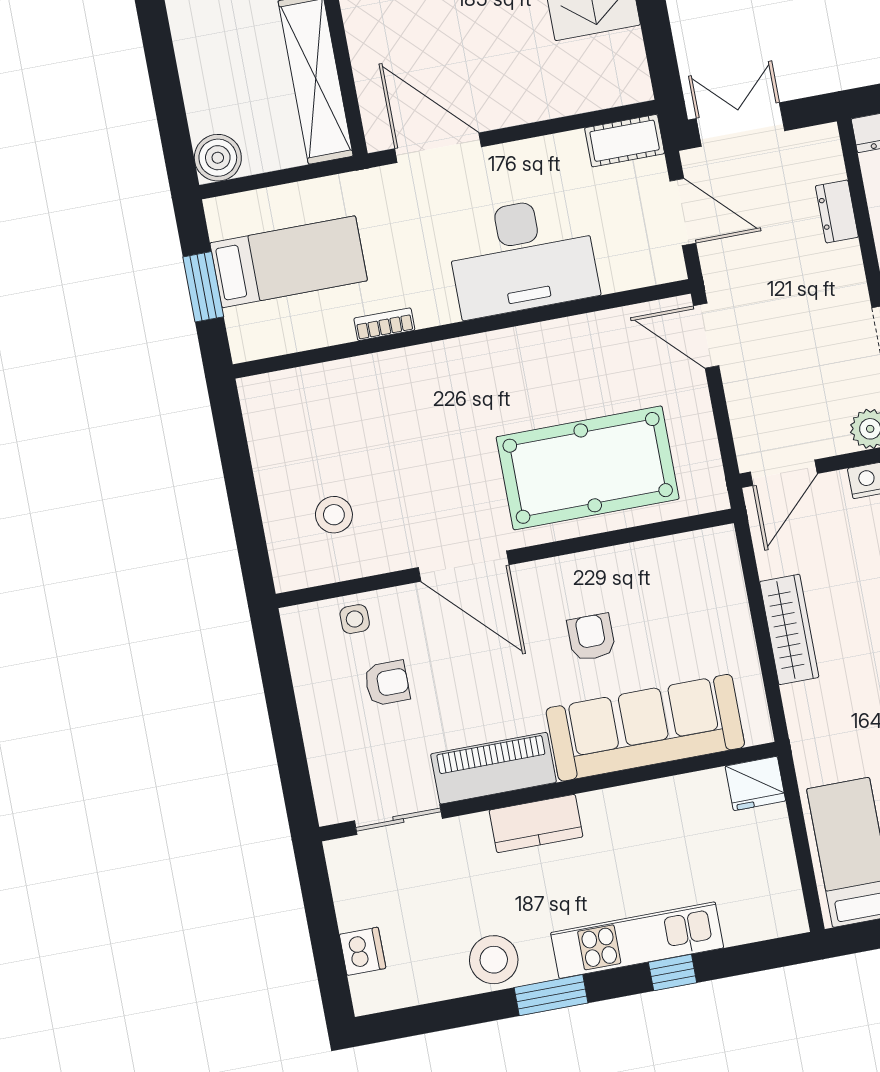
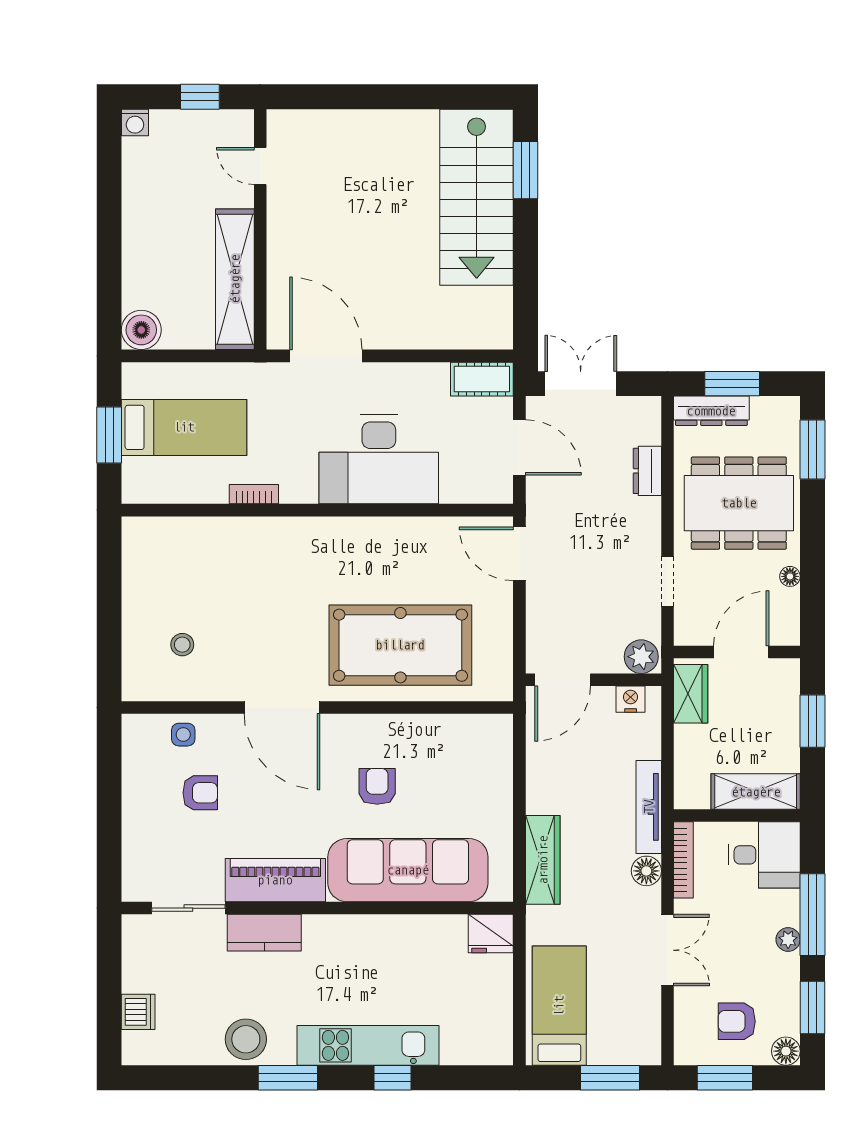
stool: (334, 515) -> (182, 645), width x0.73, depth x0.73
wardrobe: (789, 629) -> (543, 860), moved
kitchen counter: (536, 823) -> (264, 933), moved

